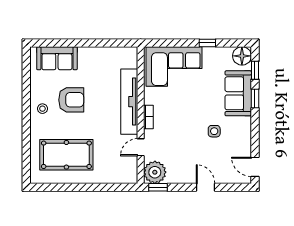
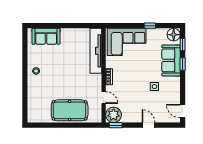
armchair: (71, 100) -> (56, 65), removed
tv unit: (129, 102) -> (96, 51), moved
door: (141, 147) -> (104, 98), swing flipped
pool table: (66, 155) -> (70, 110), moved

